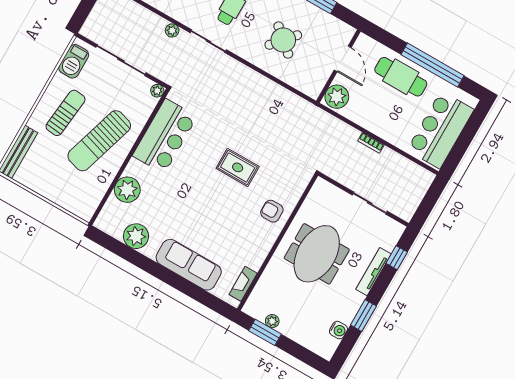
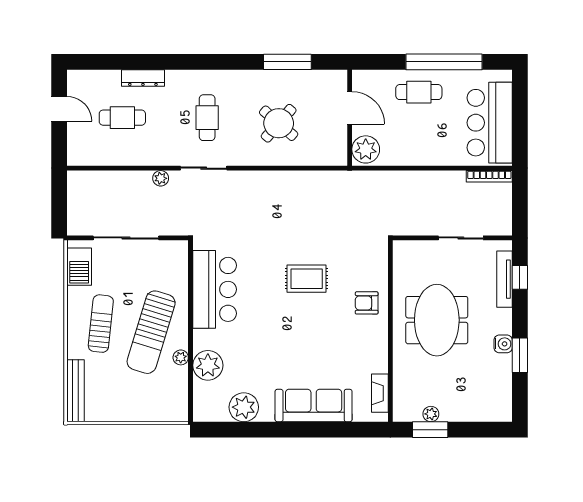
cafe table: (401, 77) -> (419, 92), width x0.73, depth x0.74
plant: (157, 91) -> (181, 357), moved
bookcase: (371, 143) -> (489, 176), moved, width x1.56
tv unit: (373, 272) -> (505, 279), moved
water cooler: (338, 330) -> (503, 344), moved

